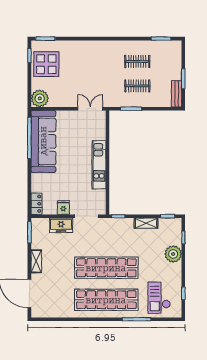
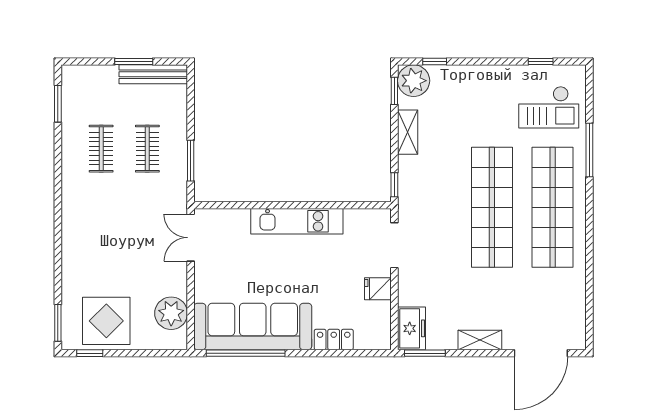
bench: (177, 94) -> (153, 74), width x1.36
plant: (40, 98) -> (171, 313), moved
locker: (37, 204) -> (334, 340), moved
freezer: (61, 225) -> (412, 328), moved
plant: (173, 254) -> (414, 81), moved

